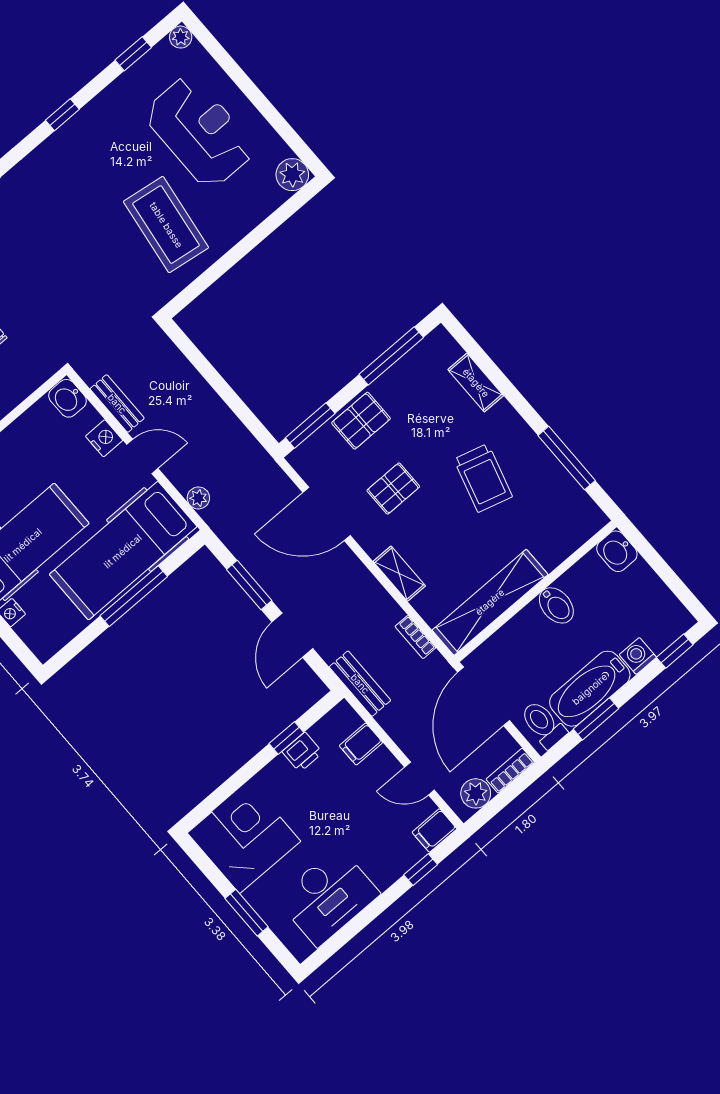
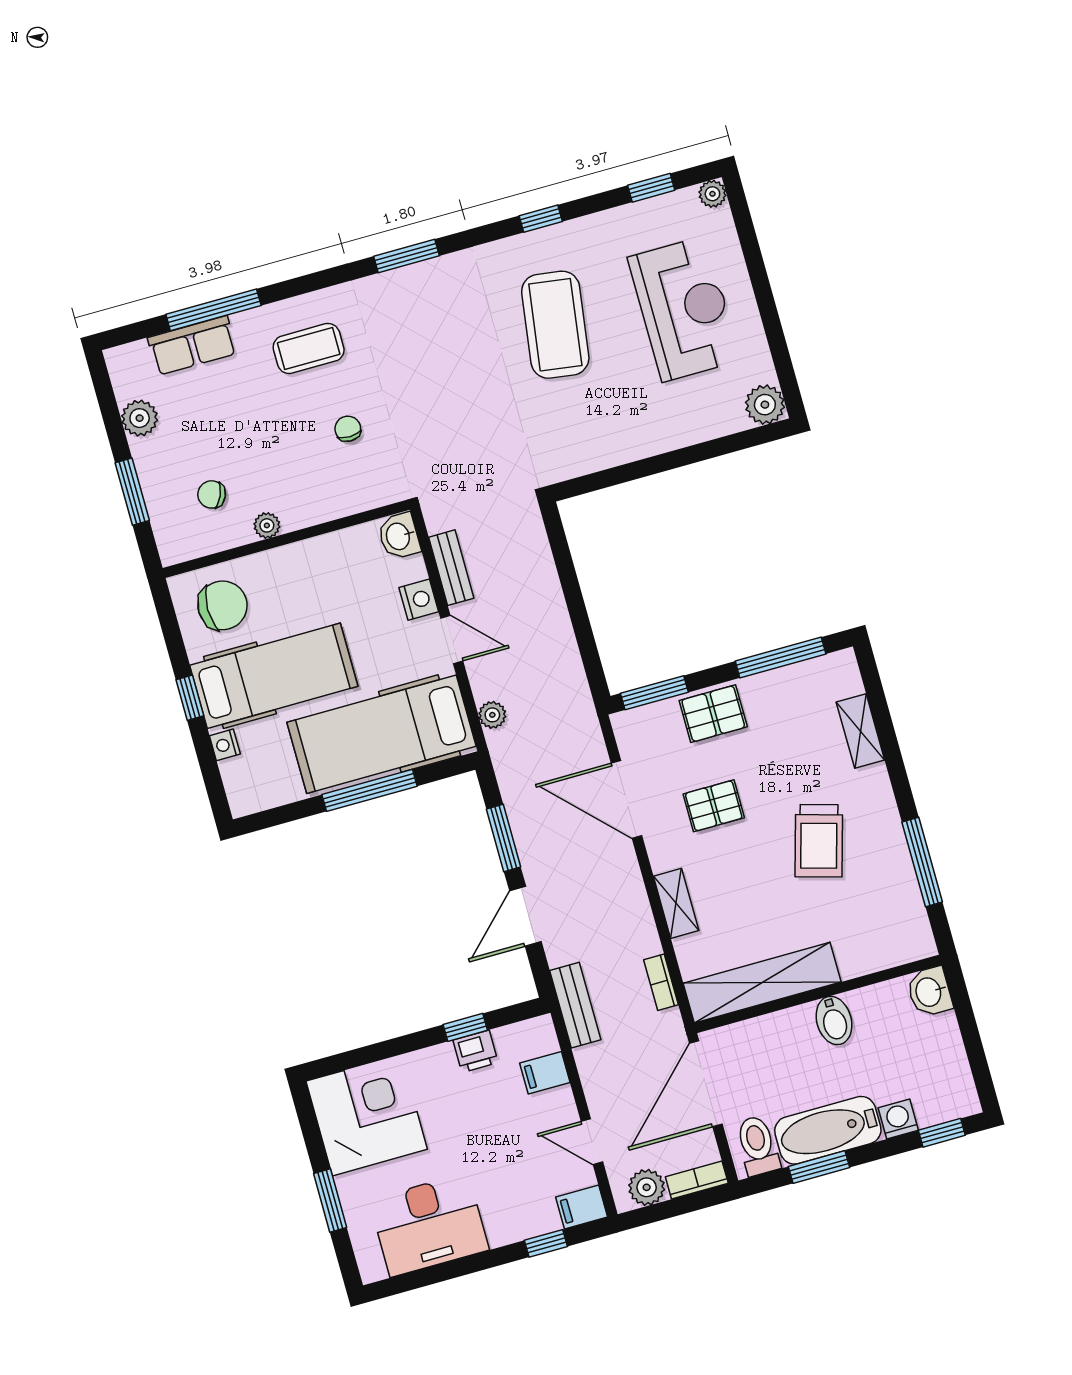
coffee table: (166, 225) -> (555, 325), moved

